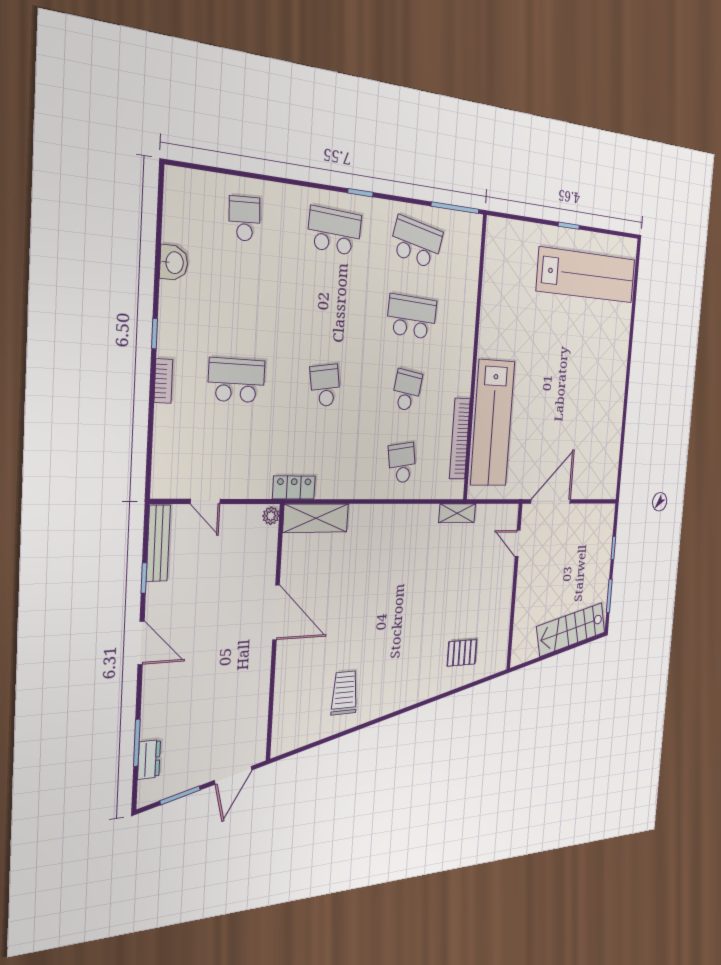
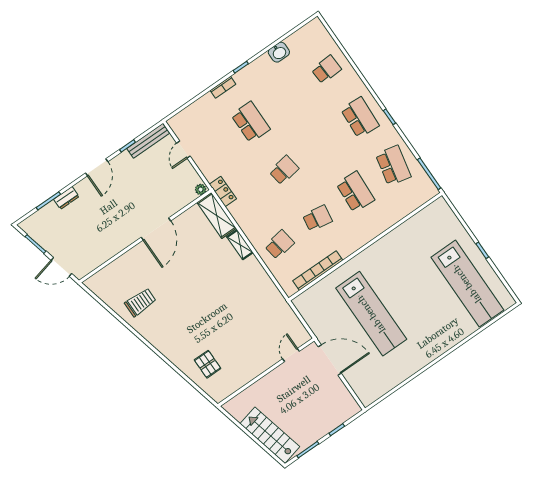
lab bench: (493, 423) -> (371, 314), moved, turned -90
shelving: (457, 513) -> (240, 245), moved
dresser: (149, 759) -> (66, 198), moved

